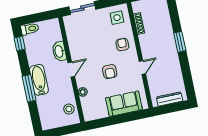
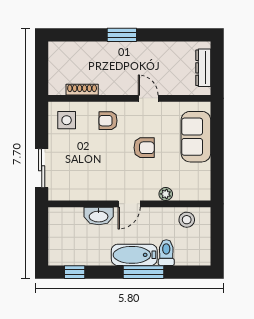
toilet: (30, 29) -> (166, 253), moved
door: (71, 69) -> (129, 204), swing flipped

